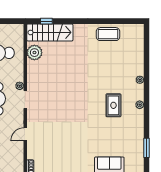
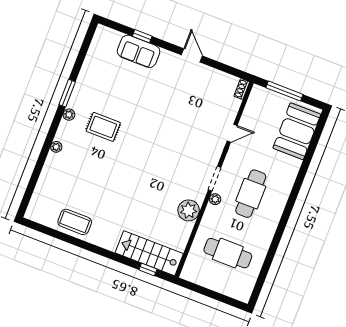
plant: (34, 53) -> (189, 210), moved
rug: (113, 105) -> (103, 127), turned 90
window: (146, 148) -> (67, 93), moved

